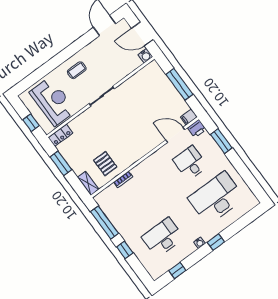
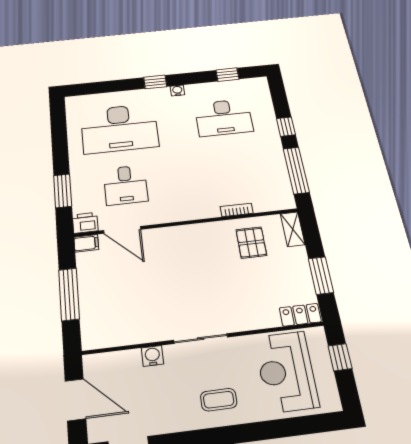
water cooler: (145, 56) -> (152, 356), moved

